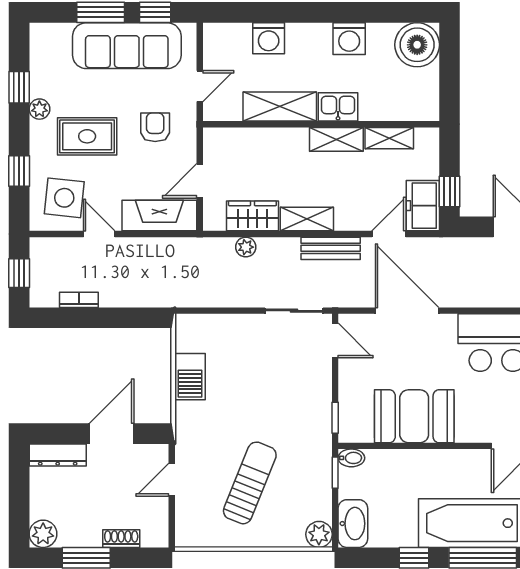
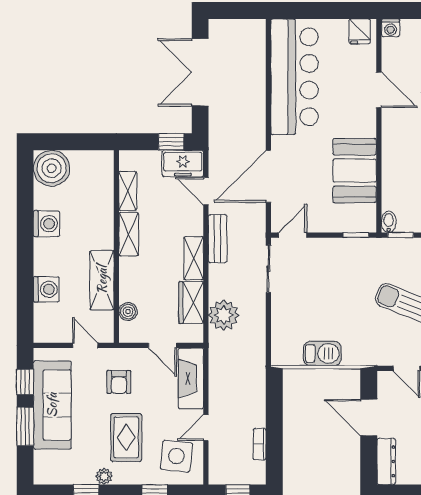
kitchen sink: (338, 107) -> (102, 233), removed
armchair: (155, 127) -> (119, 382), turned -90
boiler: (241, 138) -> (128, 312), added
plant: (246, 247) -> (224, 315), width x1.88, depth x1.88

